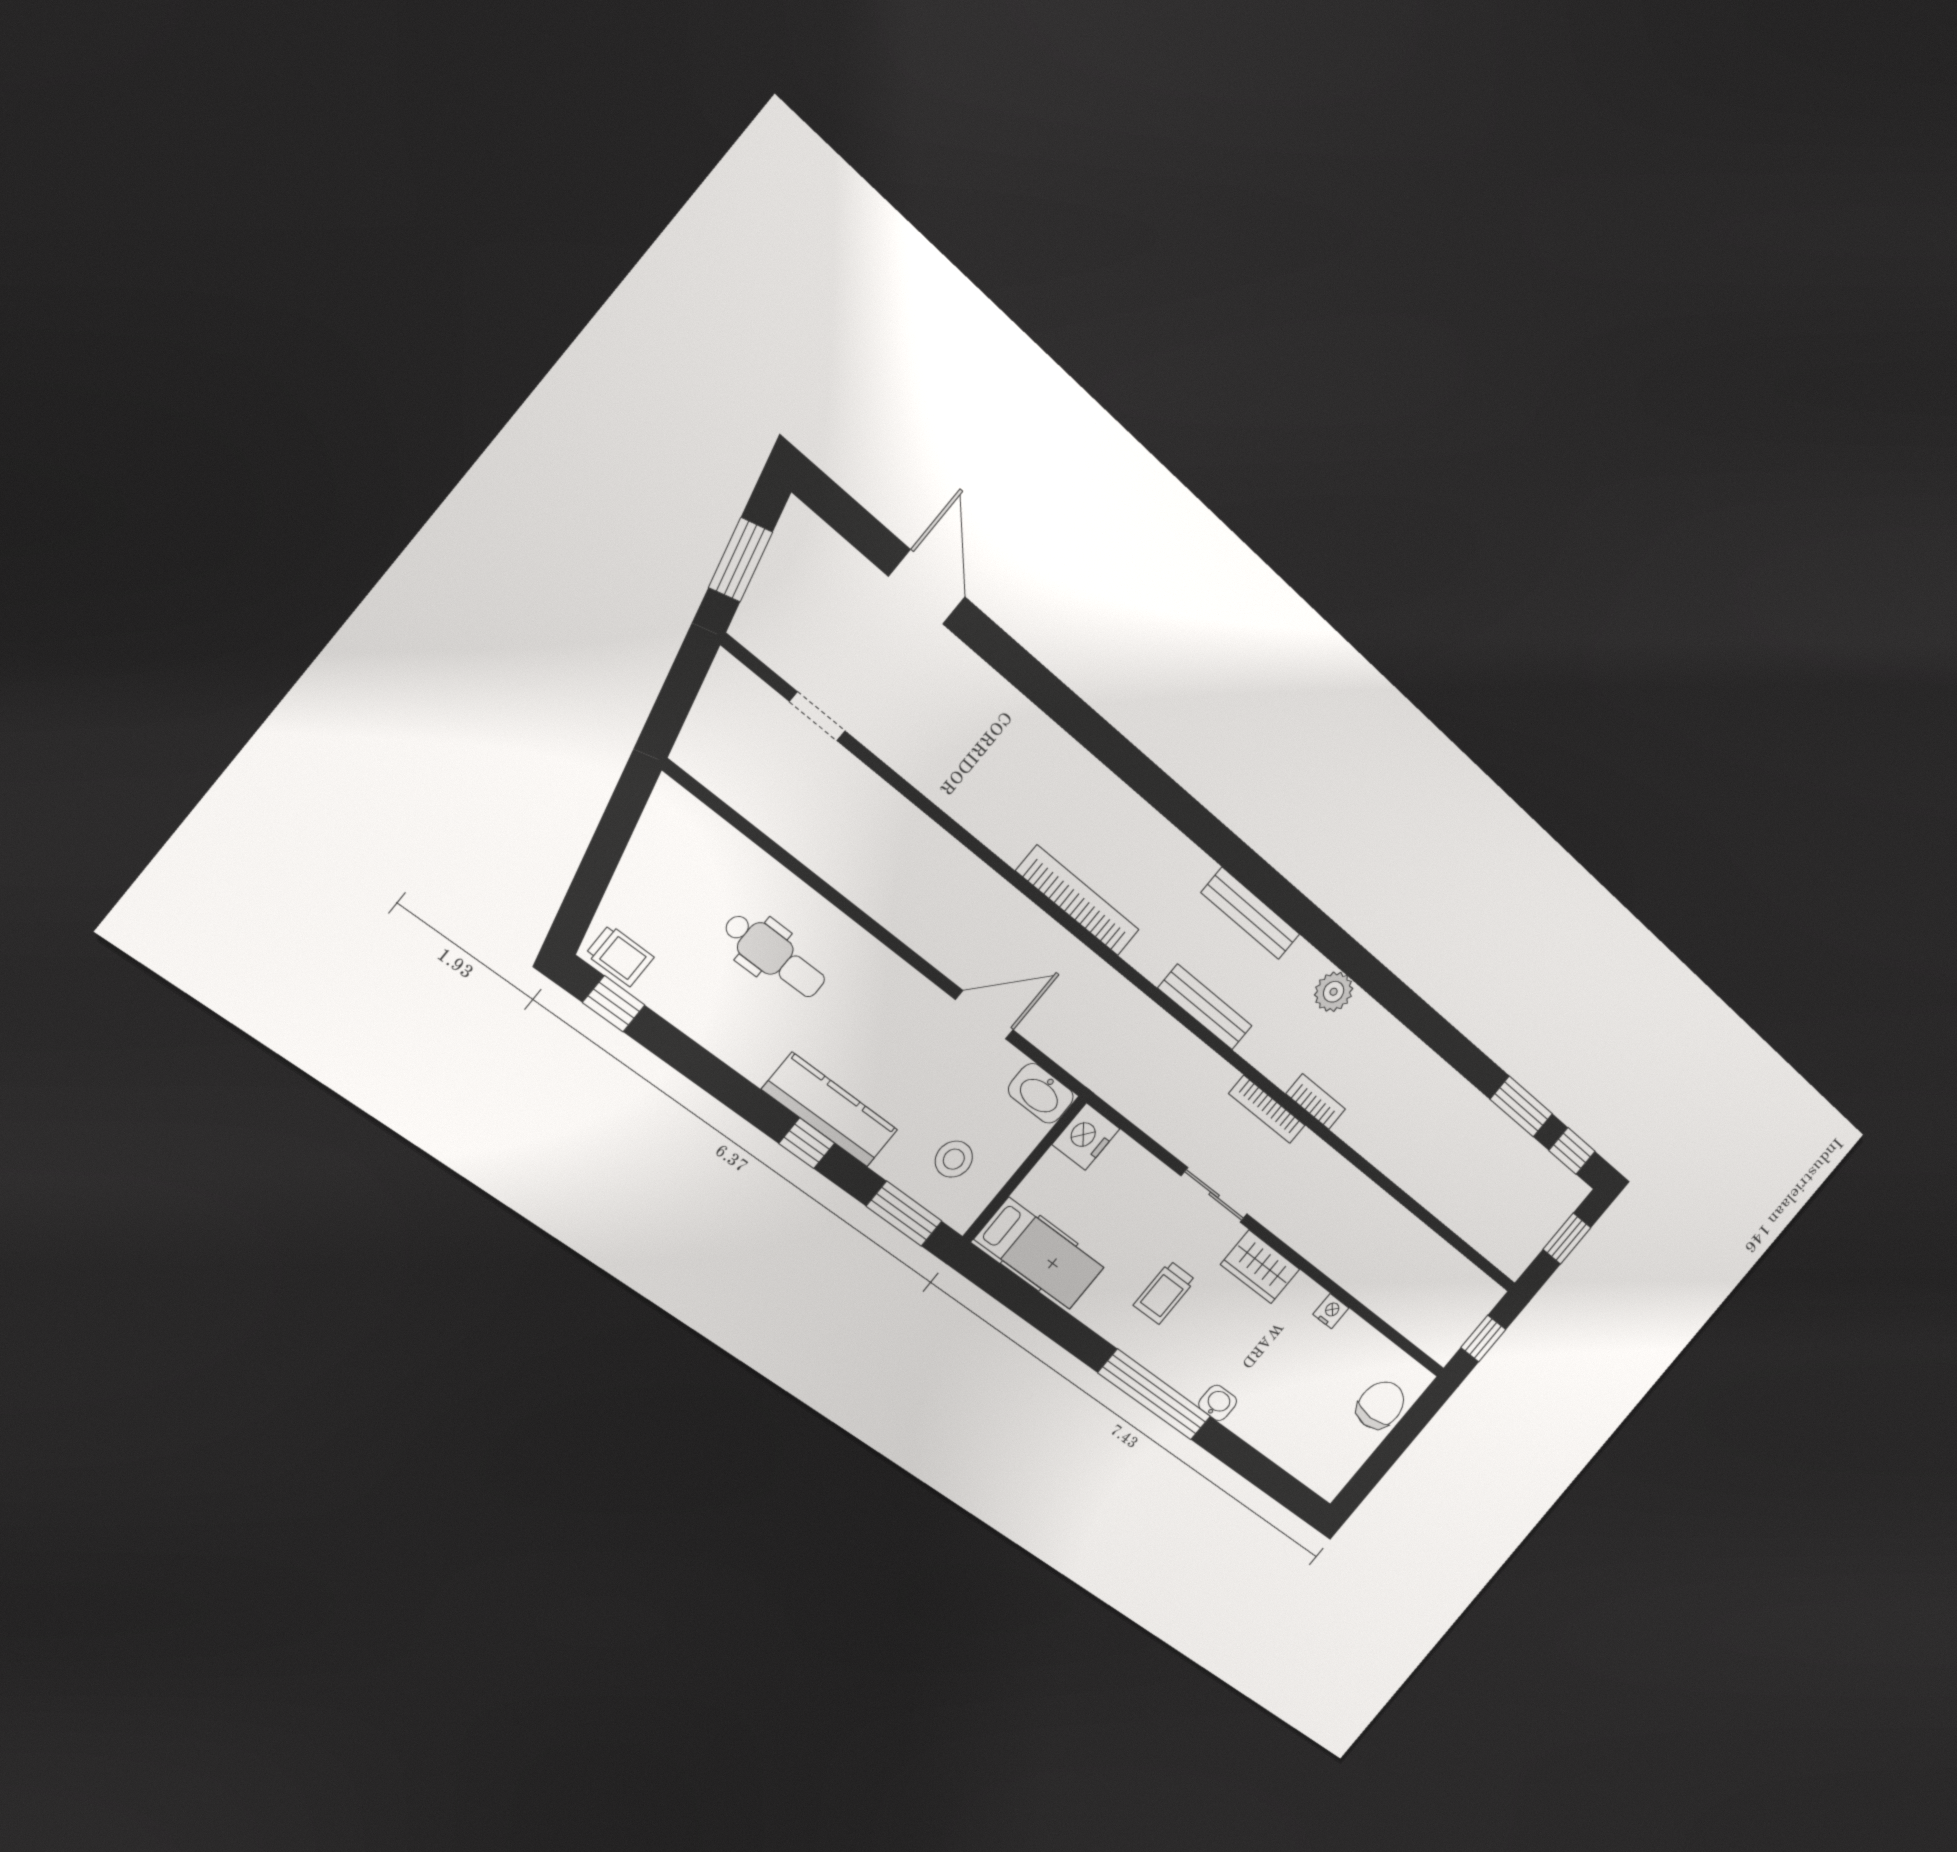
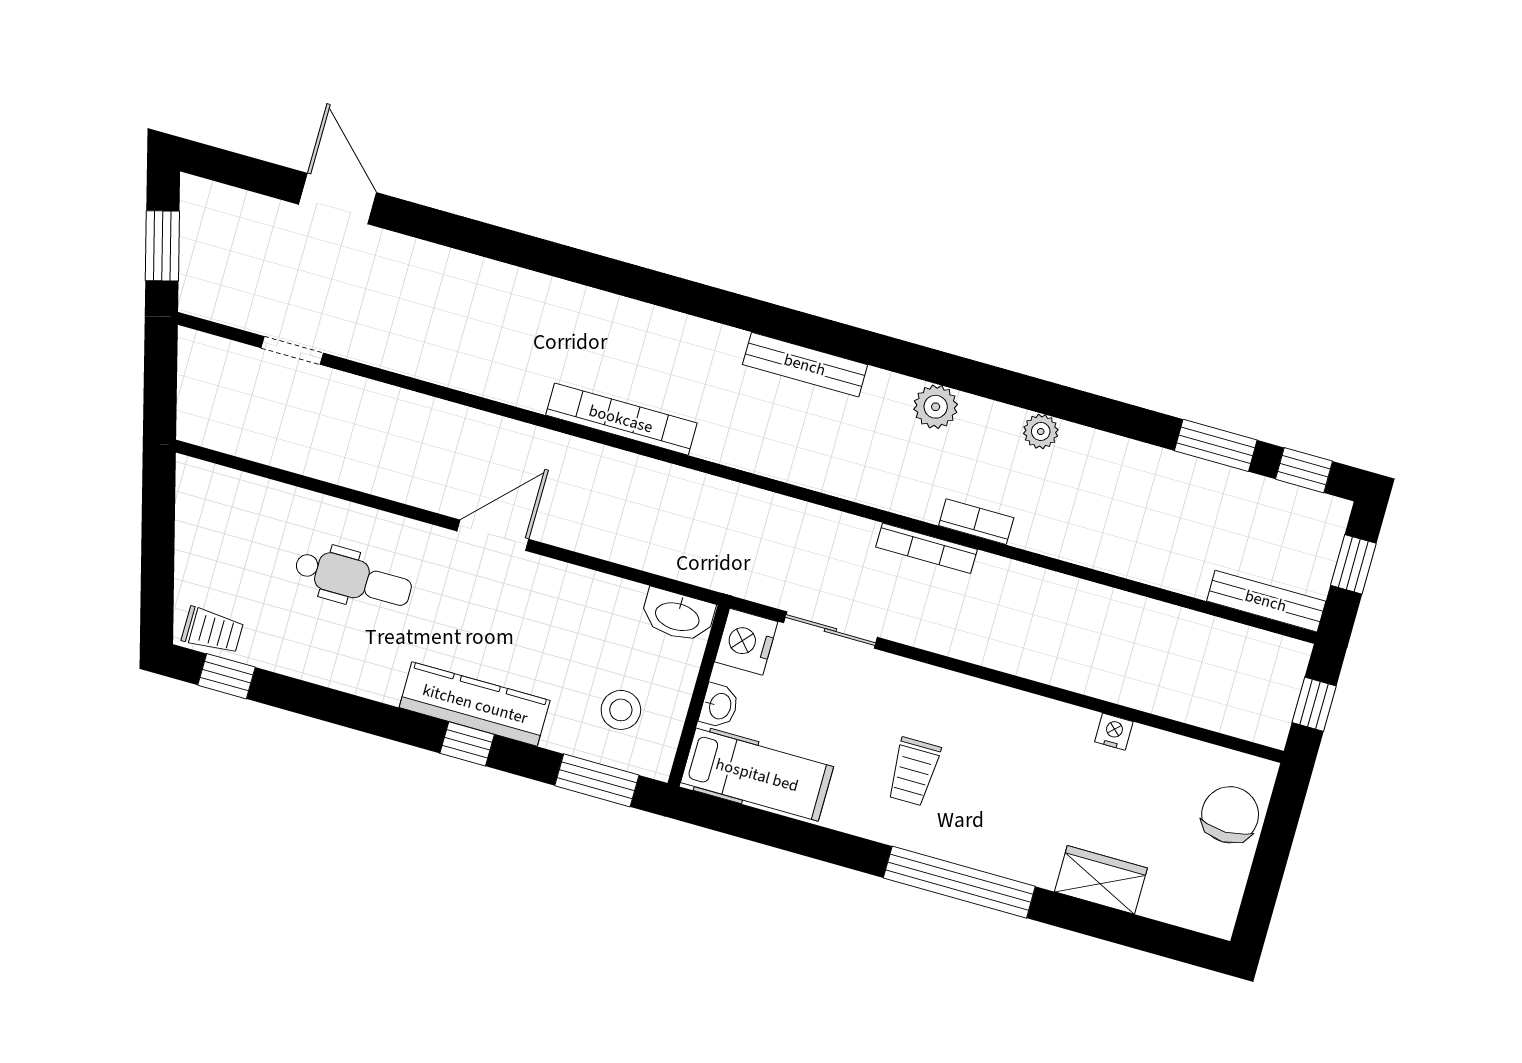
bench: (1205, 1007) -> (1266, 601), moved
door: (984, 1015) -> (493, 535), moved
plant: (1402, 1045) -> (1041, 431), added
sliding door: (1214, 1195) -> (830, 630), moved
wardrobe: (1260, 1267) -> (1101, 880), moved, turned 180
washbasin: (1218, 1403) -> (719, 706), moved, turned 90

